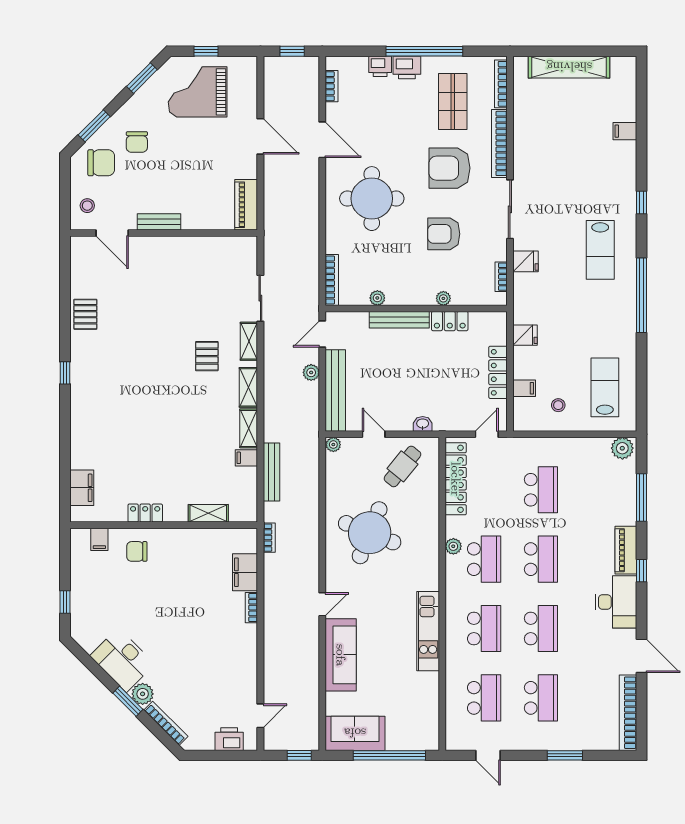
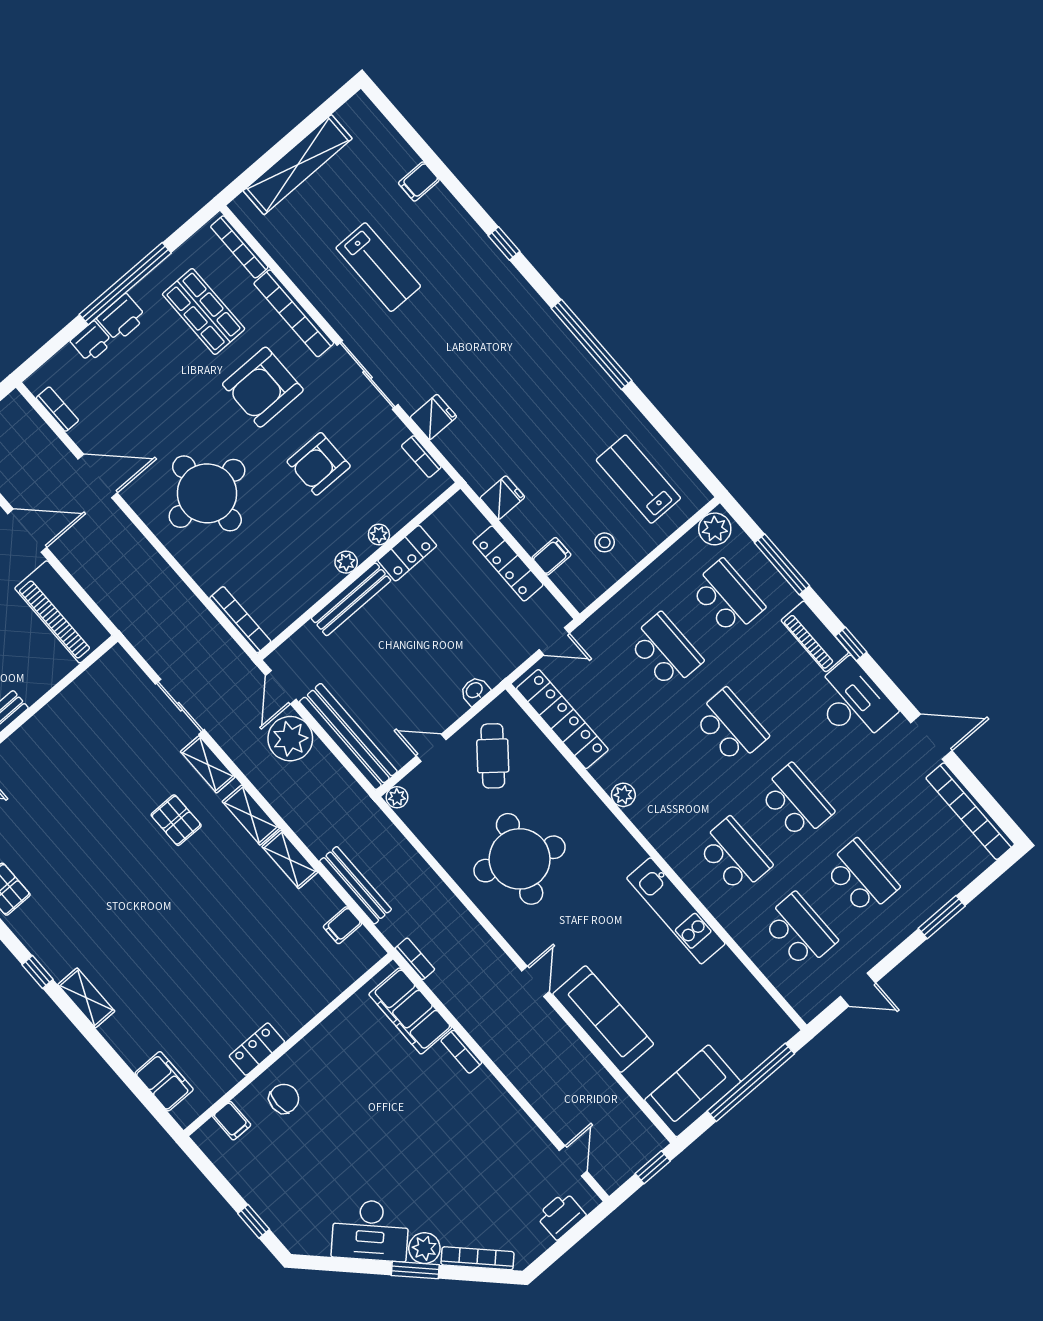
piano: (246, 205) -> (63, 612), width x1.37, depth x1.33
lab bench: (600, 250) -> (378, 267), moved
plant: (377, 298) -> (346, 562), moved
plant: (311, 372) -> (290, 739), width x1.88, depth x1.88
door: (487, 434) -> (554, 641), swing flipped
filing cabinet: (246, 458) -> (342, 925), moved
shelving: (208, 513) -> (86, 998), moved, turned 90
chair: (137, 551) -> (284, 1099), turned 180
school desk: (484, 559) -> (727, 597), moved
filing cabinet: (245, 572) -> (410, 1011), width x1.50, depth x1.17

